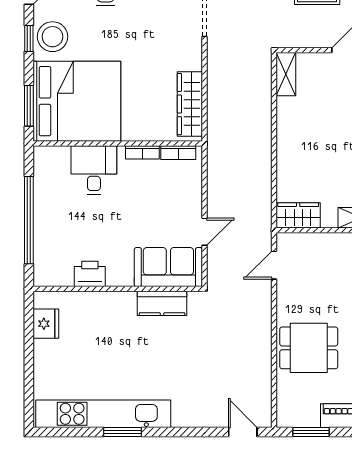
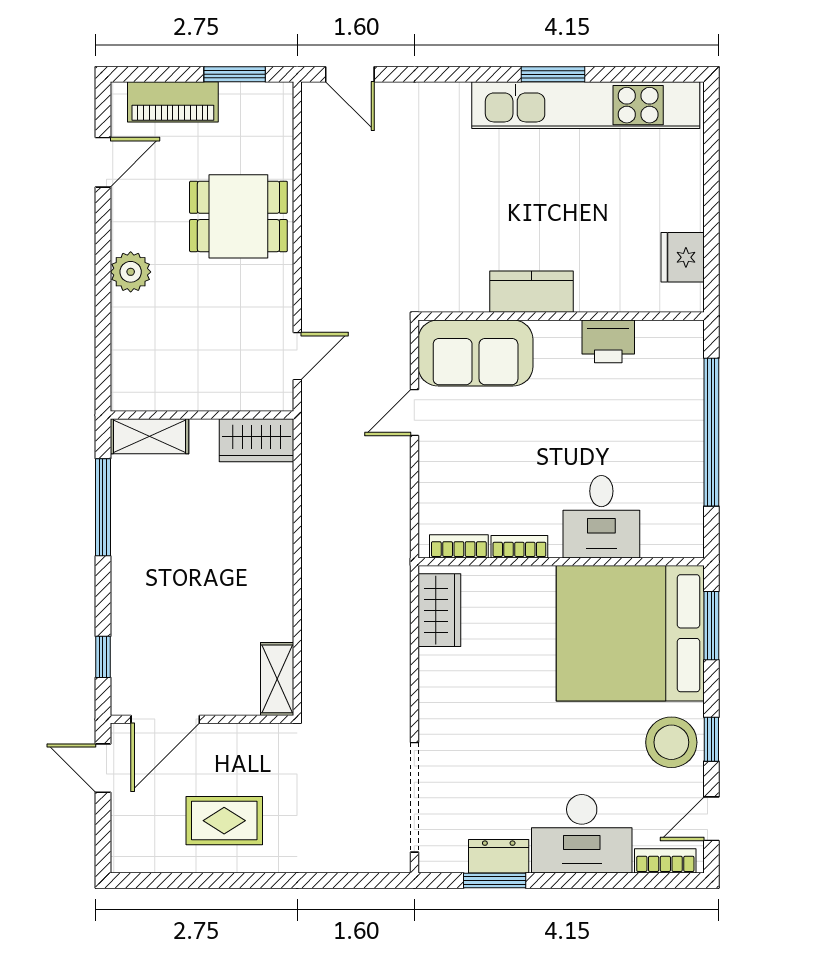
wardrobe: (190, 104) -> (439, 610), width x0.67
kitchen counter: (162, 303) -> (531, 292), moved

